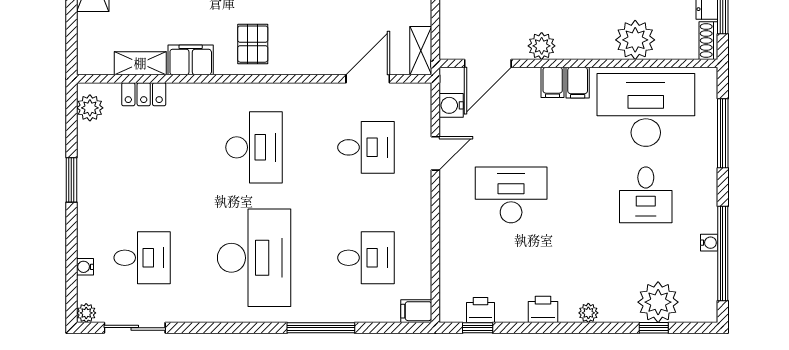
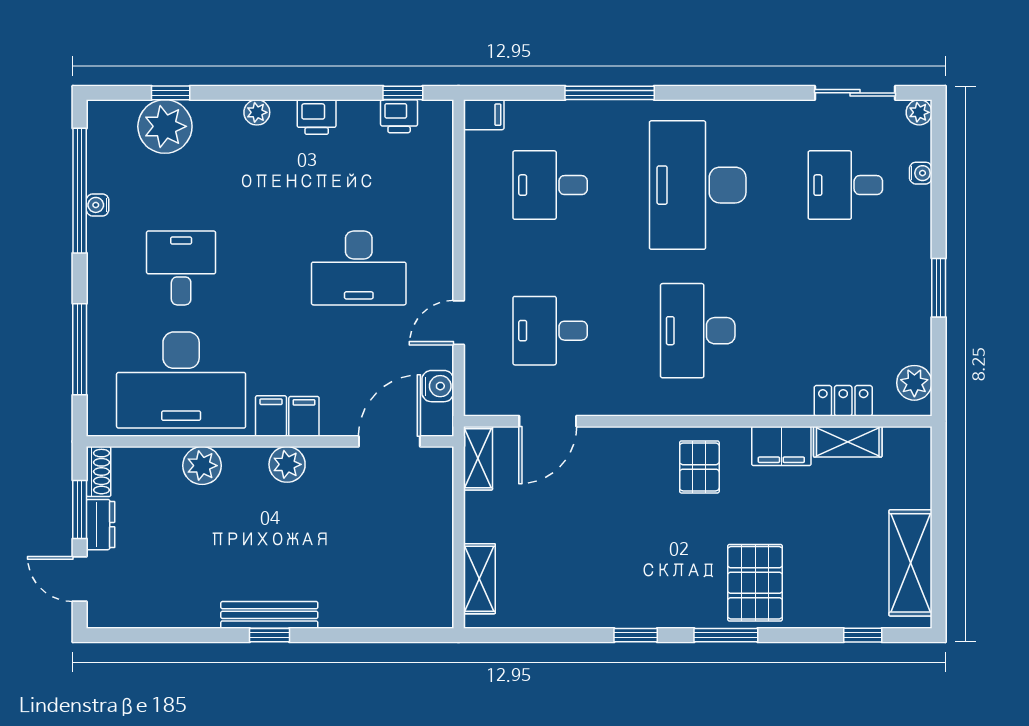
plant: (635, 40) -> (202, 466), width x0.73, depth x0.73
plant: (542, 46) -> (287, 464), moved

